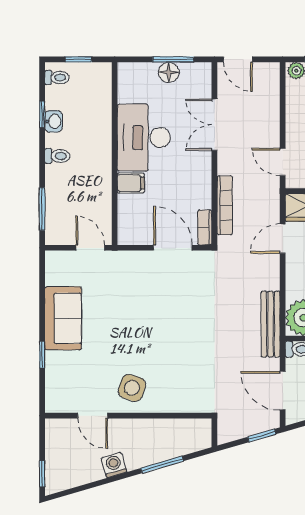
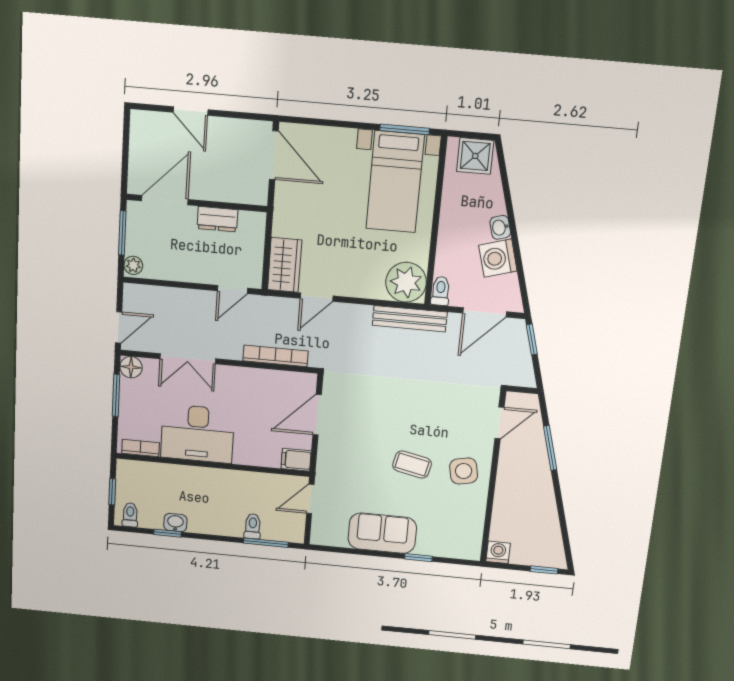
floor lamp: (169, 72) -> (131, 367), moved
toilet: (57, 156) -> (253, 526), moved
filing cabinet: (131, 183) -> (296, 460), moved, turned -90
bookcase: (205, 228) -> (141, 448), moved, turned 180
door: (283, 239) -> (317, 297), hinge flipped
coffee table: (134, 340) -> (412, 464), added
side table: (132, 388) -> (464, 471), turned -30
door: (93, 416) -> (500, 423), moved
washing machine: (114, 465) -> (498, 552), moved, turned 106

